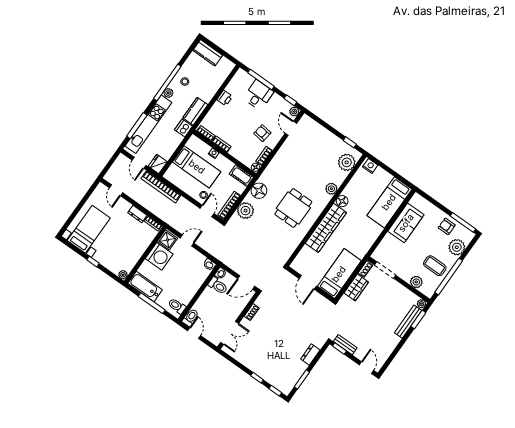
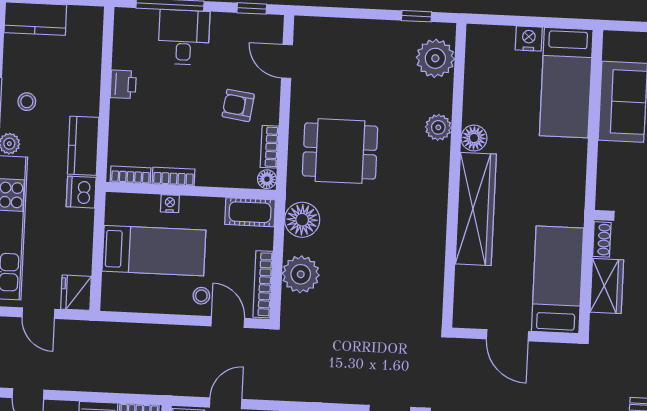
plant: (294, 112) -> (273, 25), removed
nightstand: (370, 166) -> (529, 39), moved
bookcase: (161, 187) -> (110, 332), removed
dining table: (293, 208) -> (340, 151), moved, turned 90

